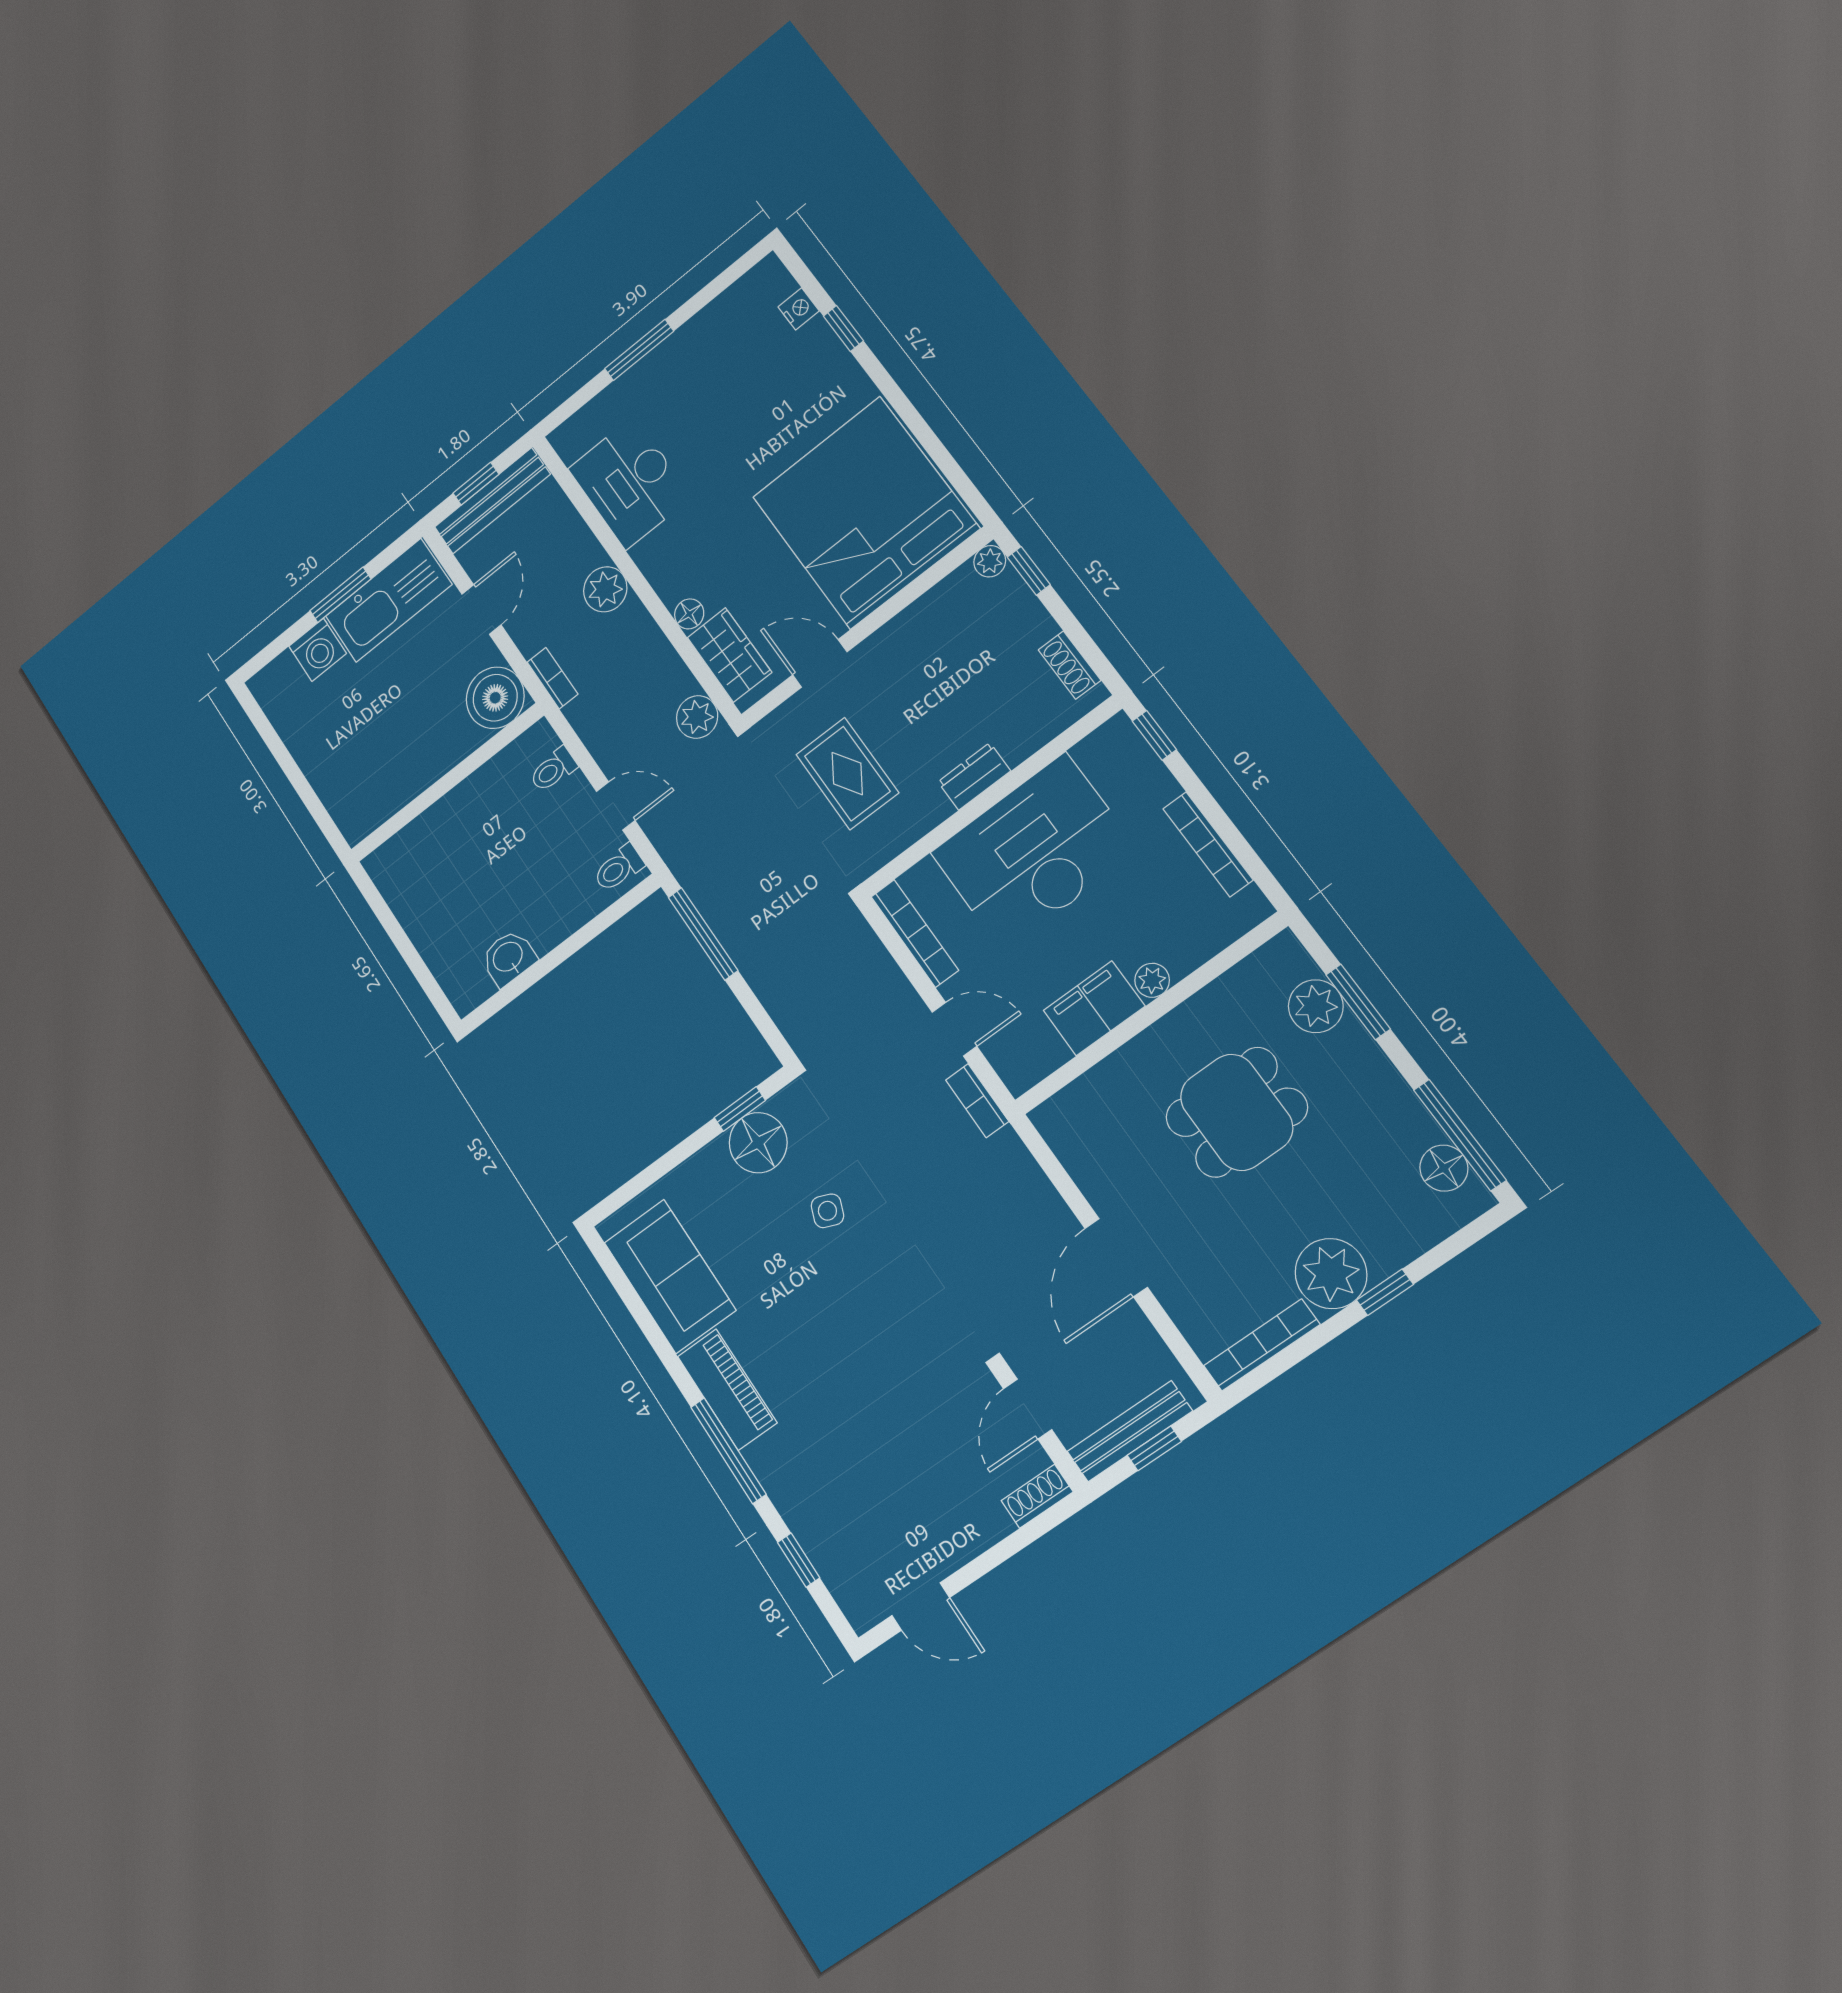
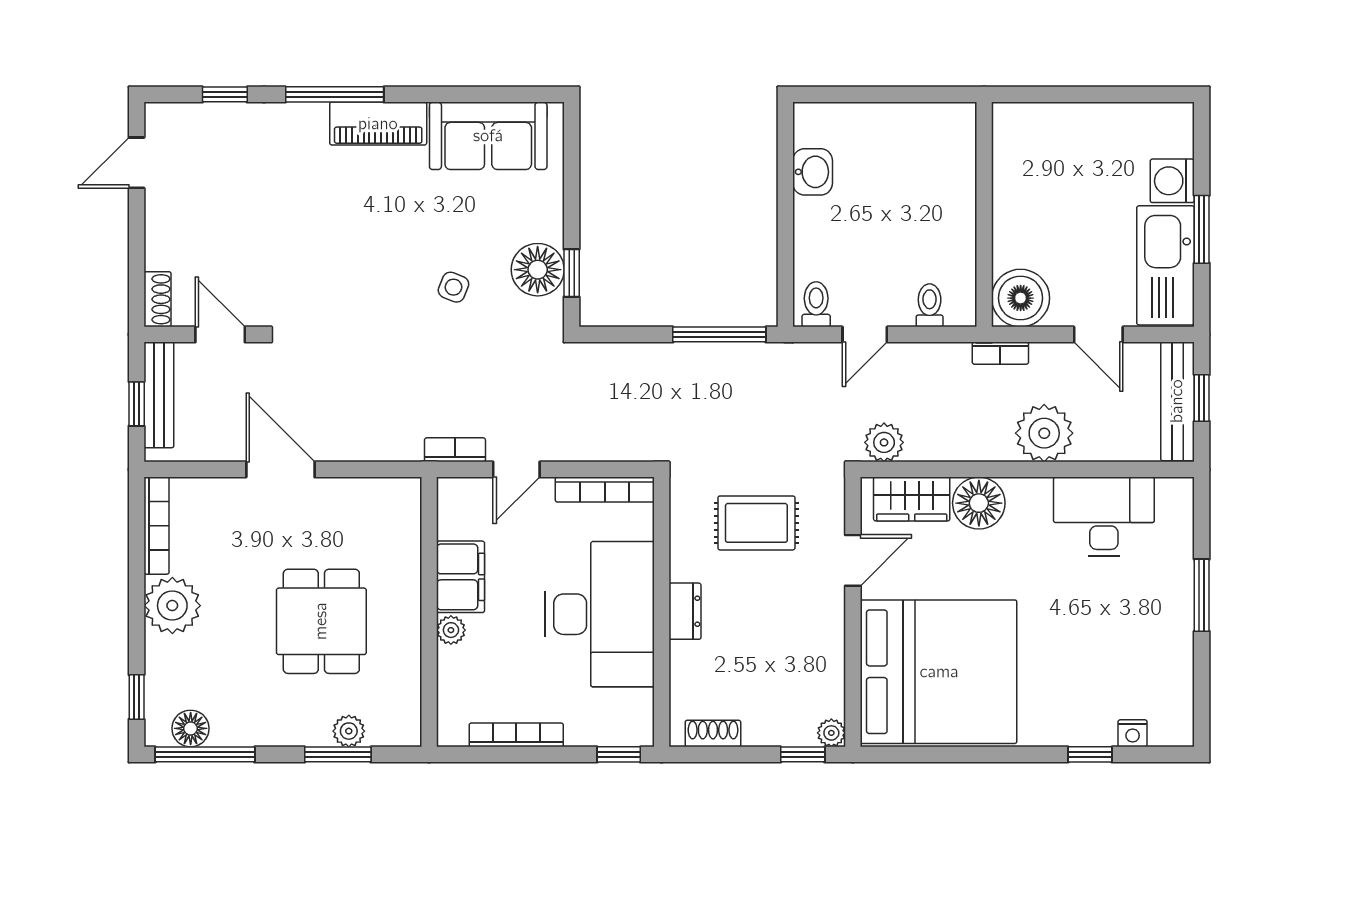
plant: (605, 589) -> (1044, 433), width x1.36, depth x1.36
floor lamp: (689, 614) -> (979, 503), width x1.89, depth x1.89
plant: (1316, 1006) -> (349, 731), width x0.73, depth x0.73
window: (1385, 1292) -> (137, 697), moved

